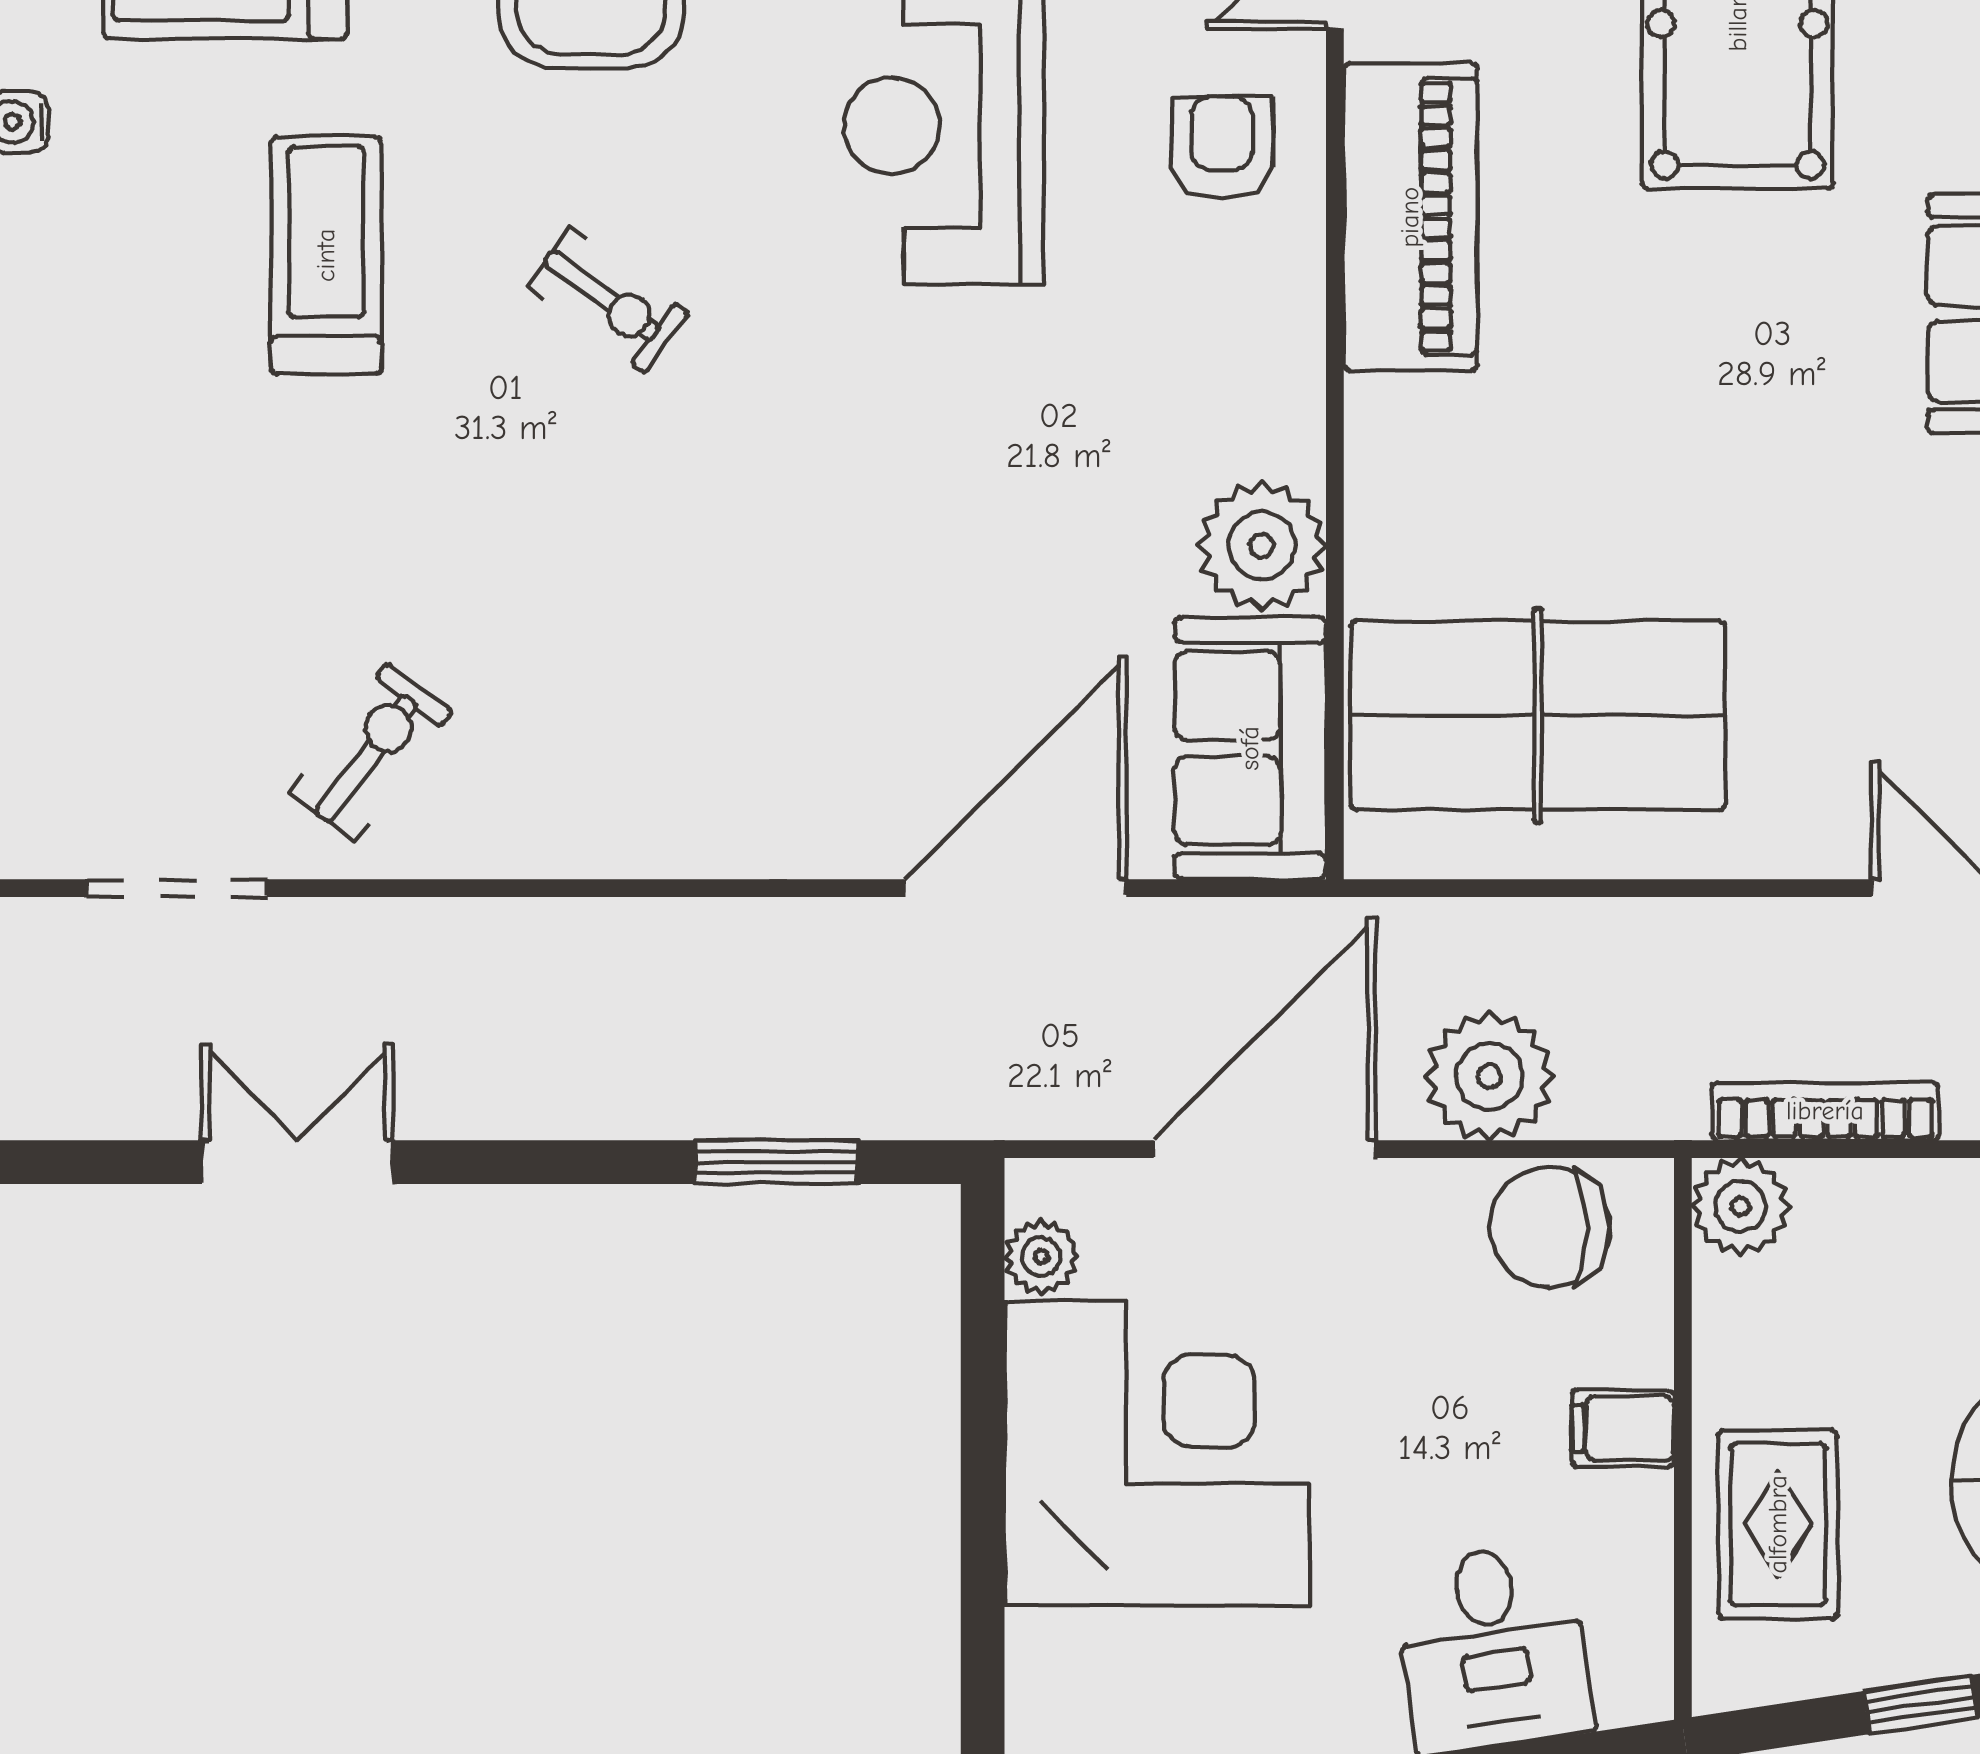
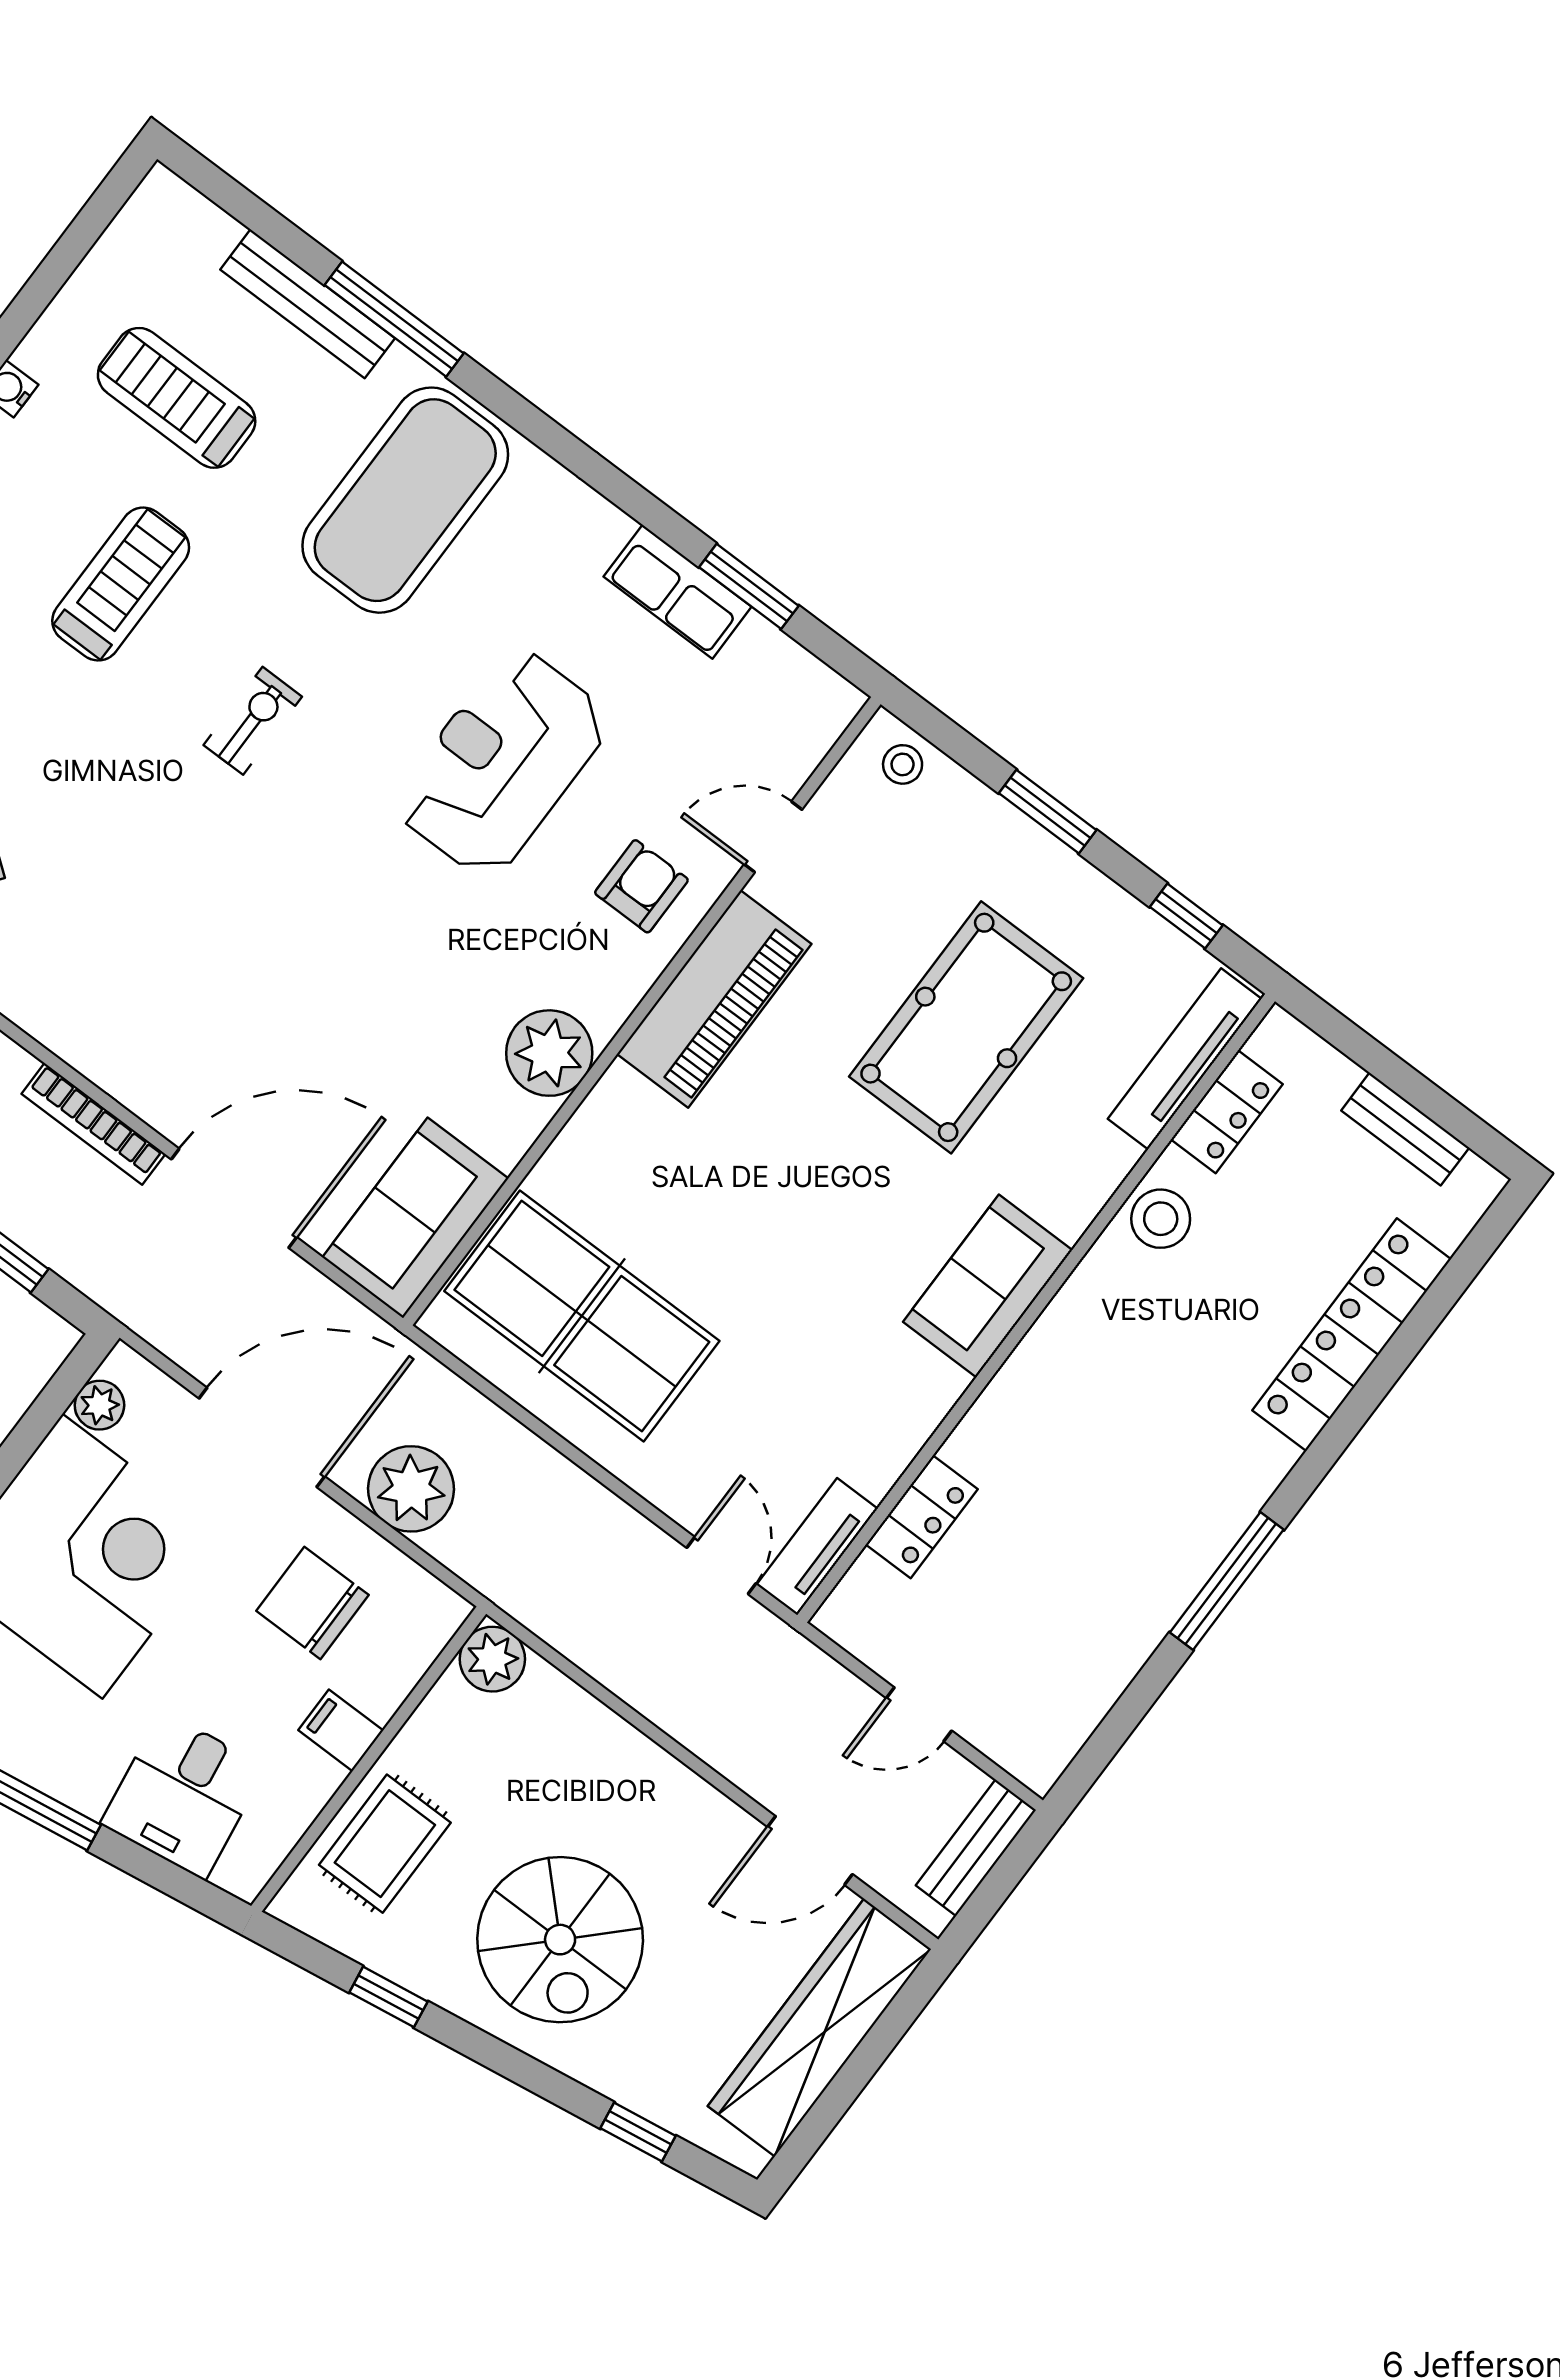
exercise bike: (608, 300) -> (253, 721), turned -126
plant: (1262, 546) -> (549, 1053), moved
bookcase: (1825, 1111) -> (93, 1124), moved, turned 180
chair: (1550, 1227) -> (312, 1603), moved

